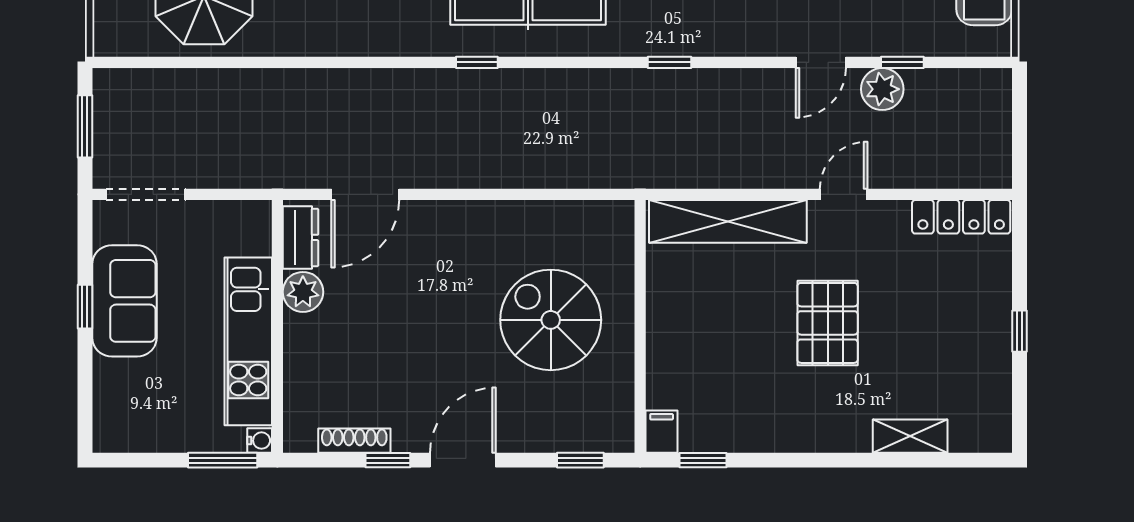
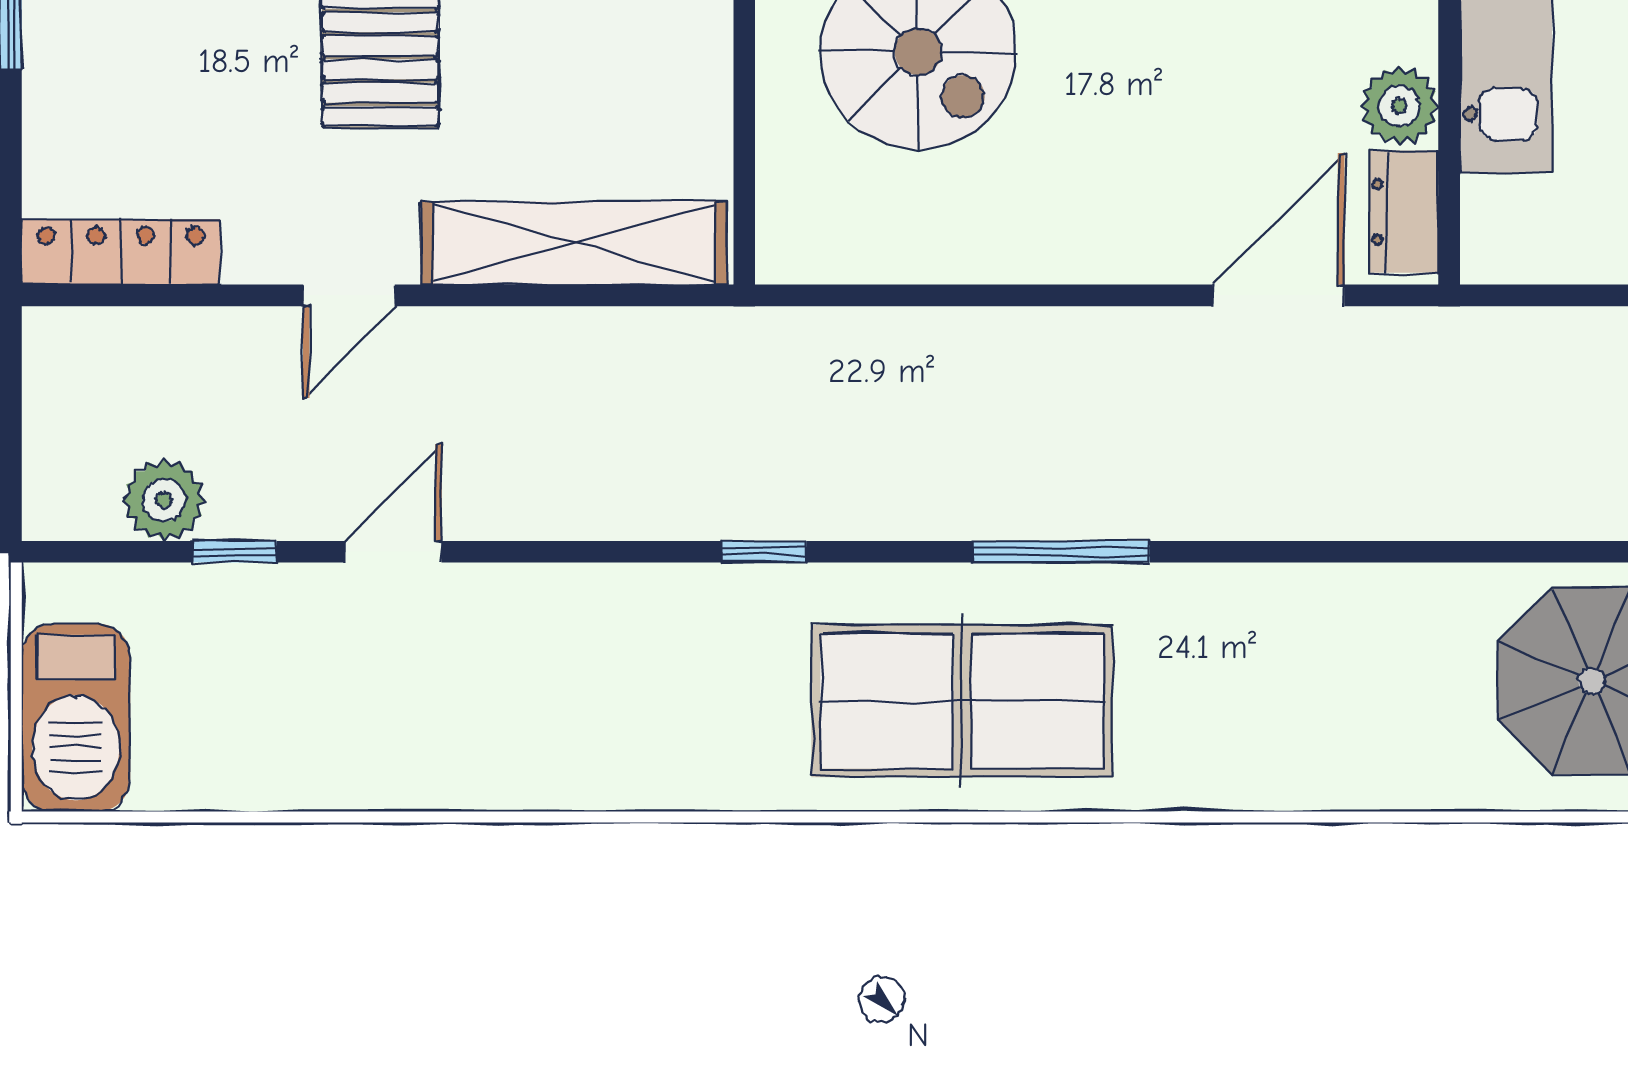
window: (477, 62) -> (1061, 552), width x2.17
window: (670, 62) -> (764, 552), moved
plant: (882, 89) -> (164, 500), moved

